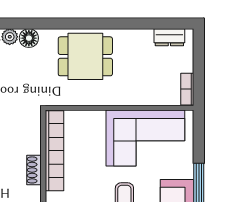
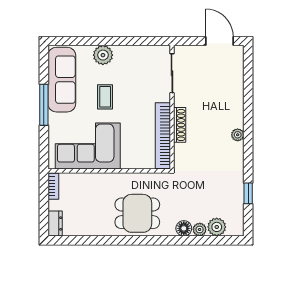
dresser: (169, 37) -> (55, 224), moved, turned 90
shoe rack: (34, 170) -> (180, 125), width x1.43

